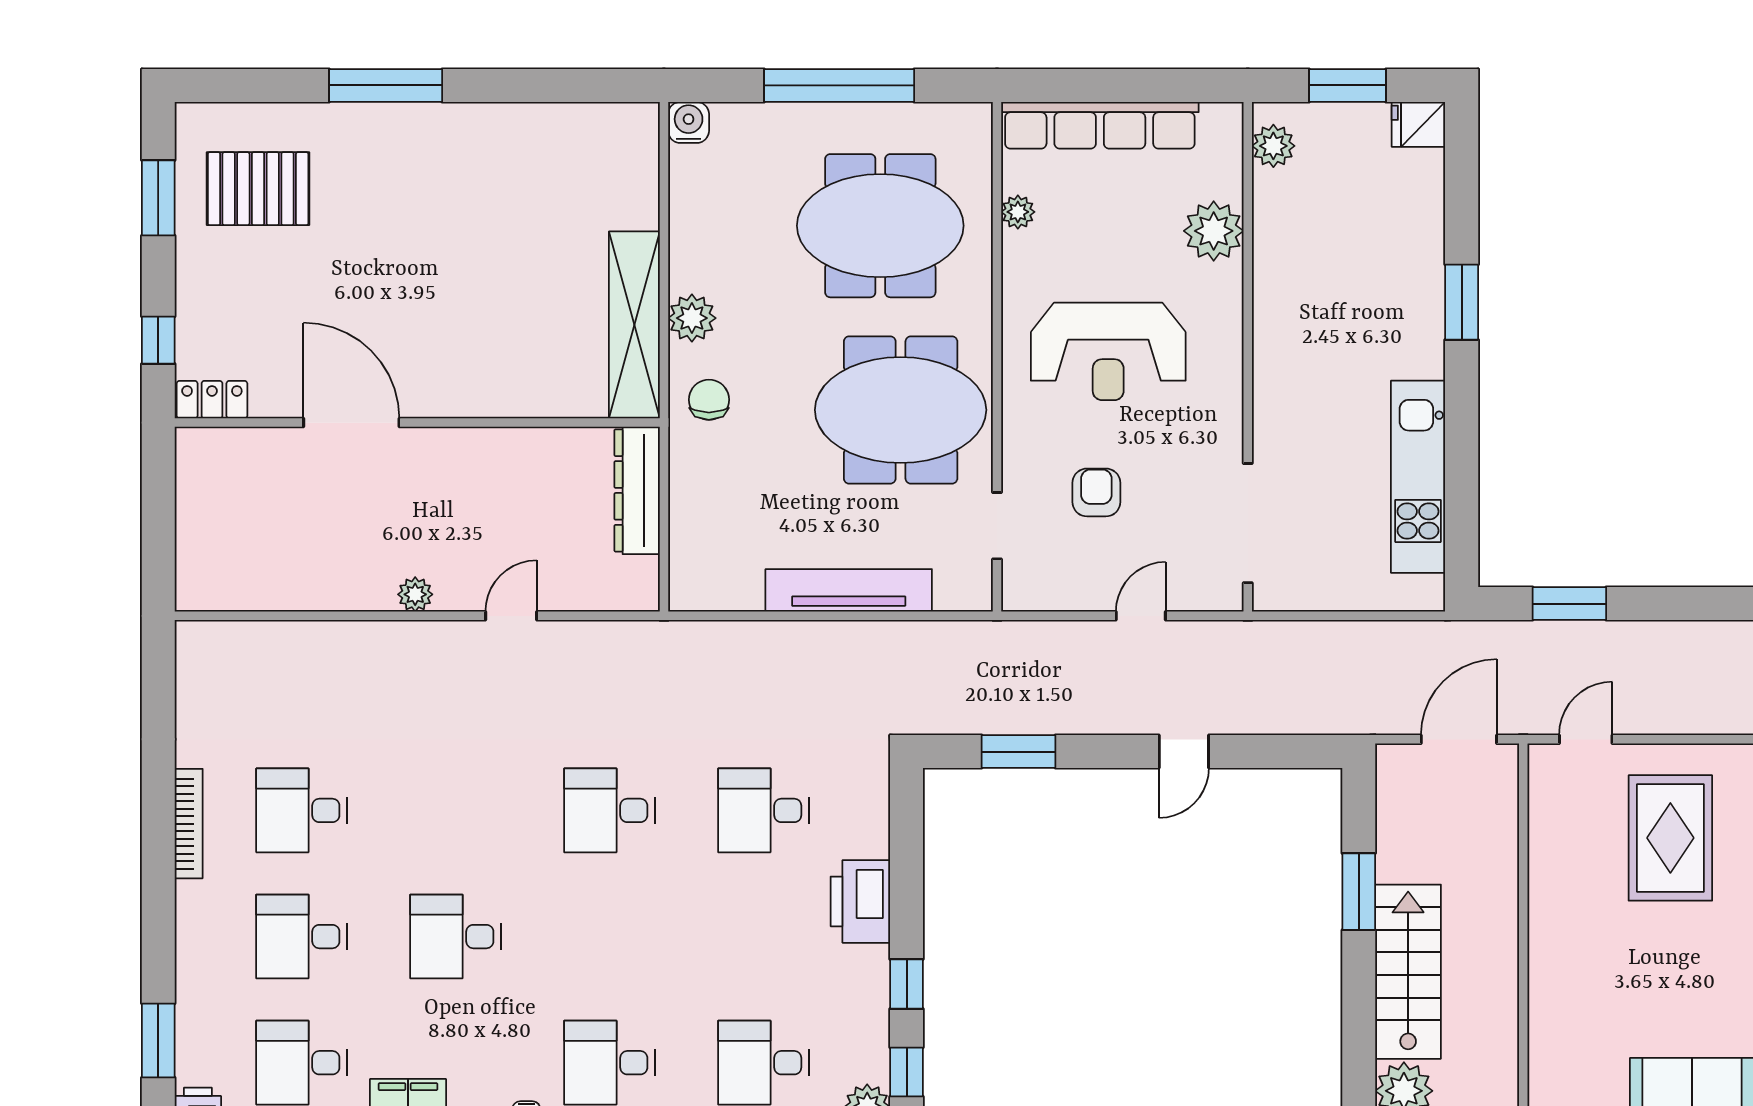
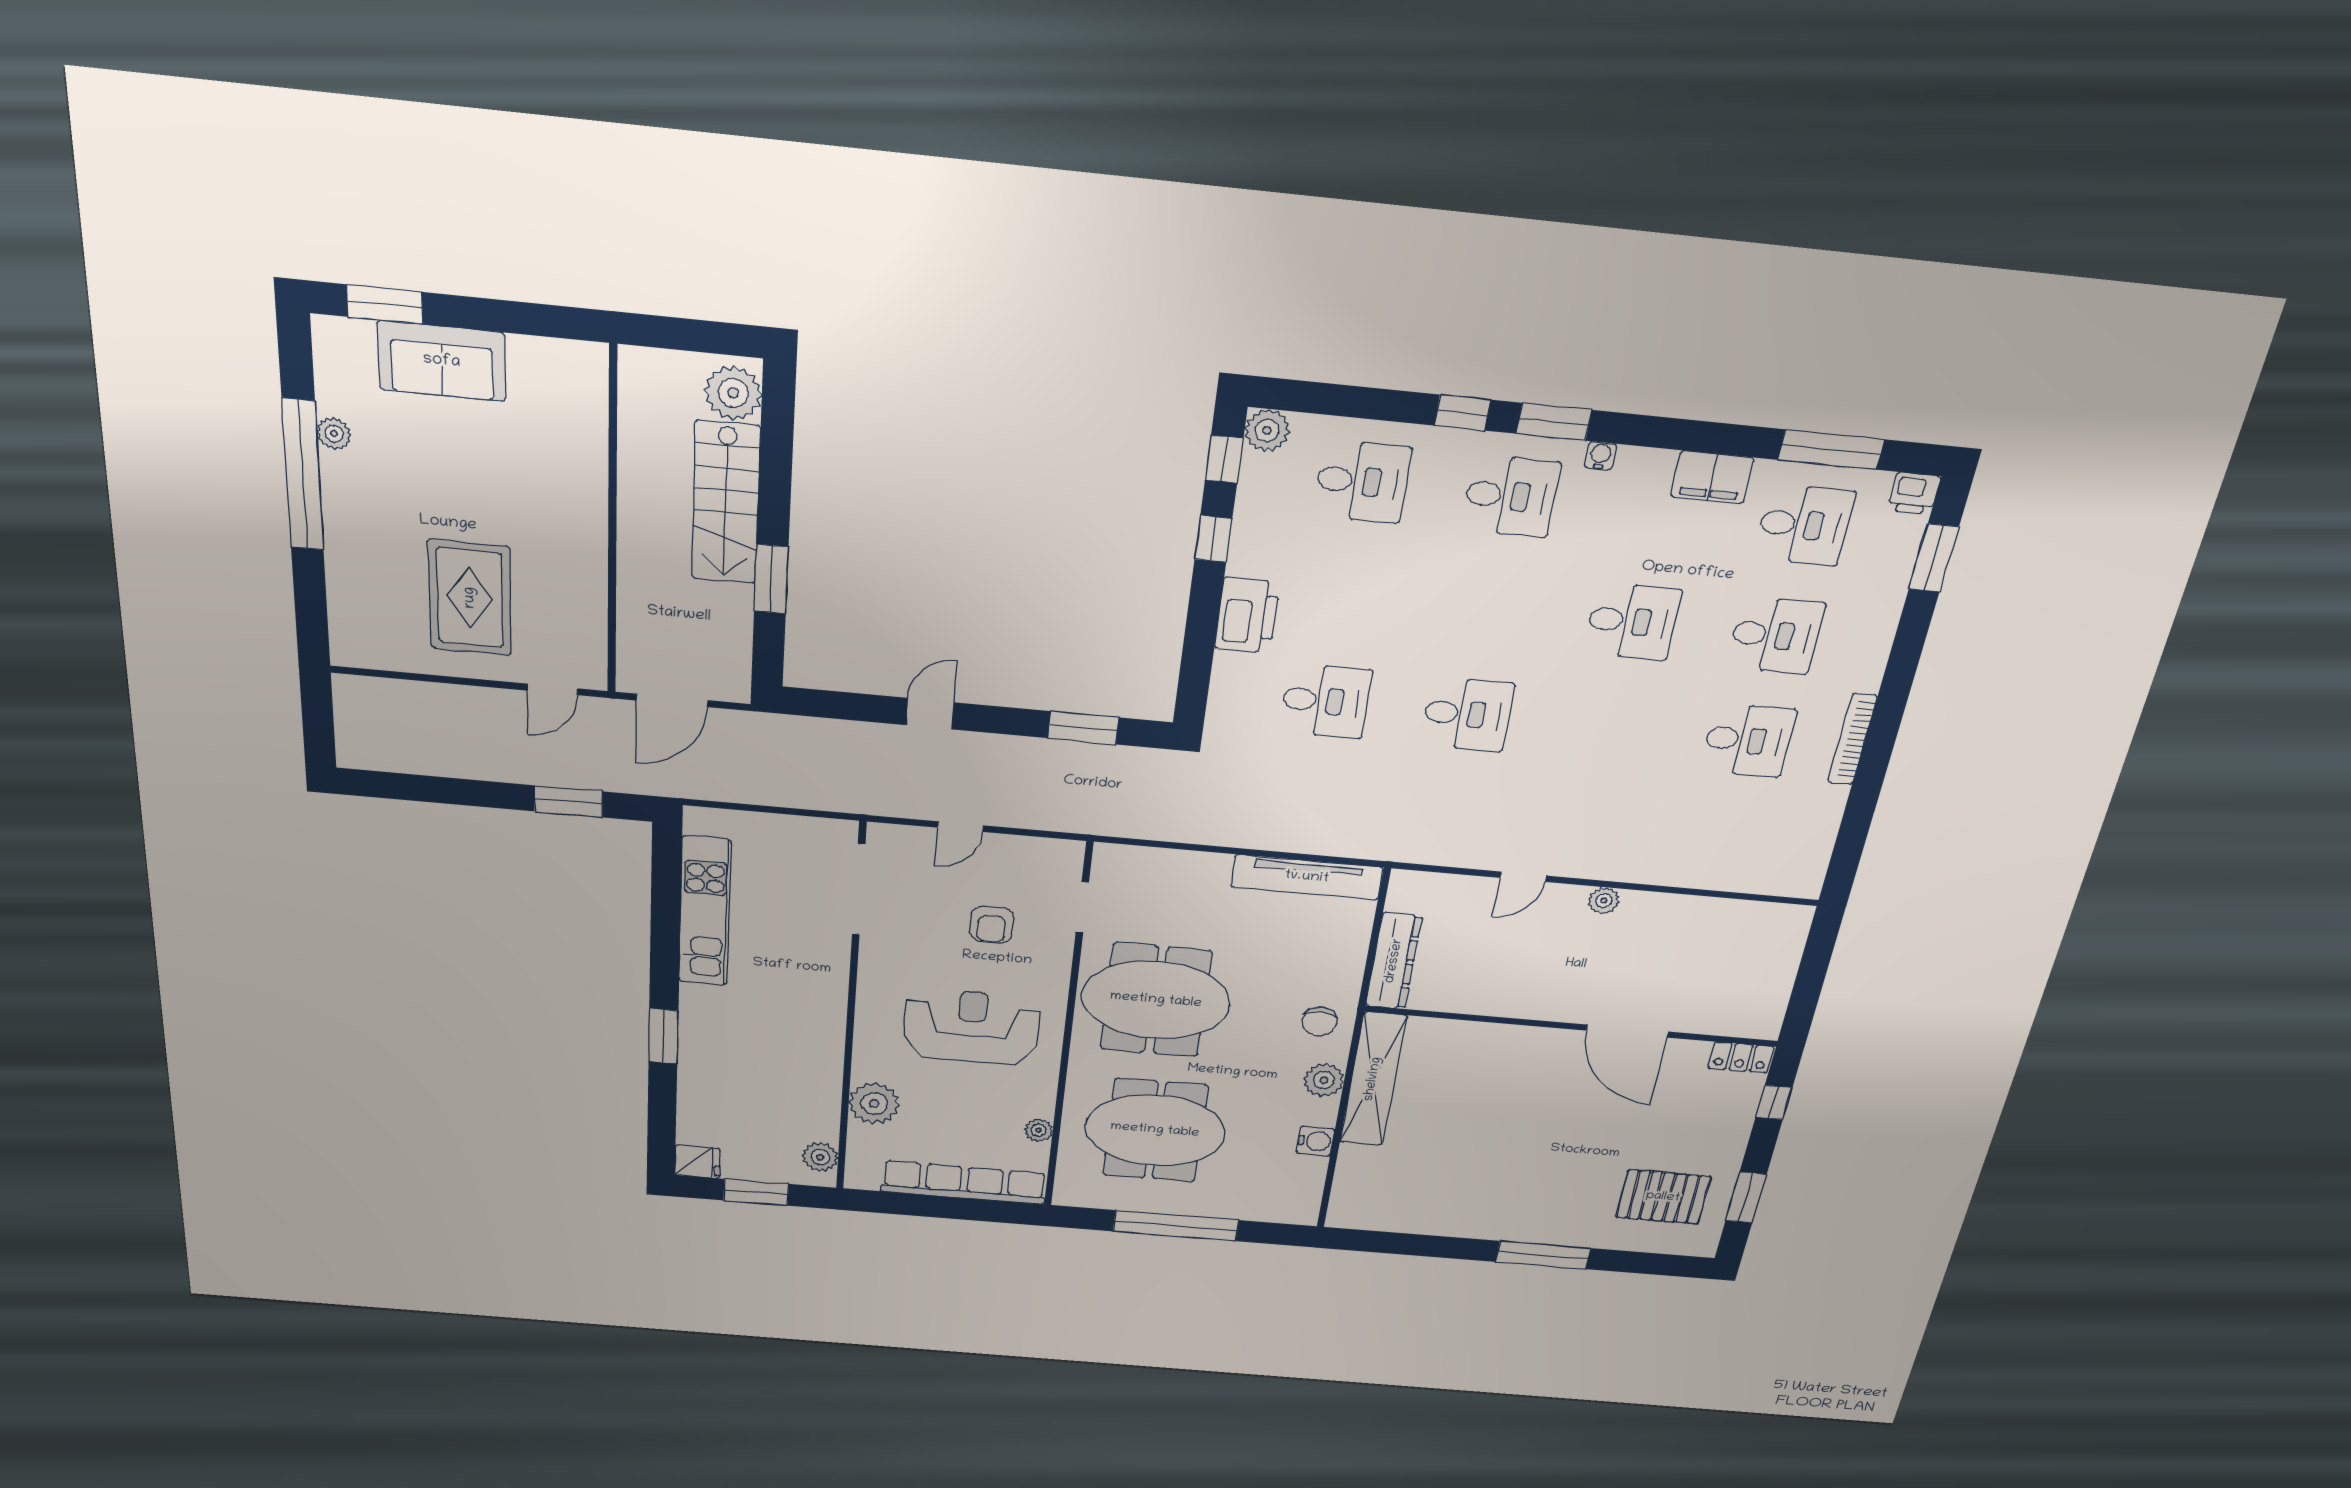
water cooler: (689, 122) -> (1316, 1141), moved, turned -90
tv unit: (849, 590) -> (1307, 877), moved

